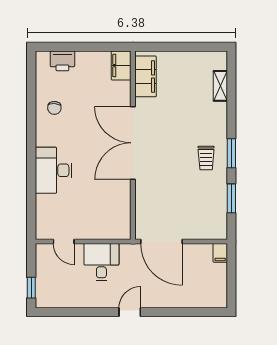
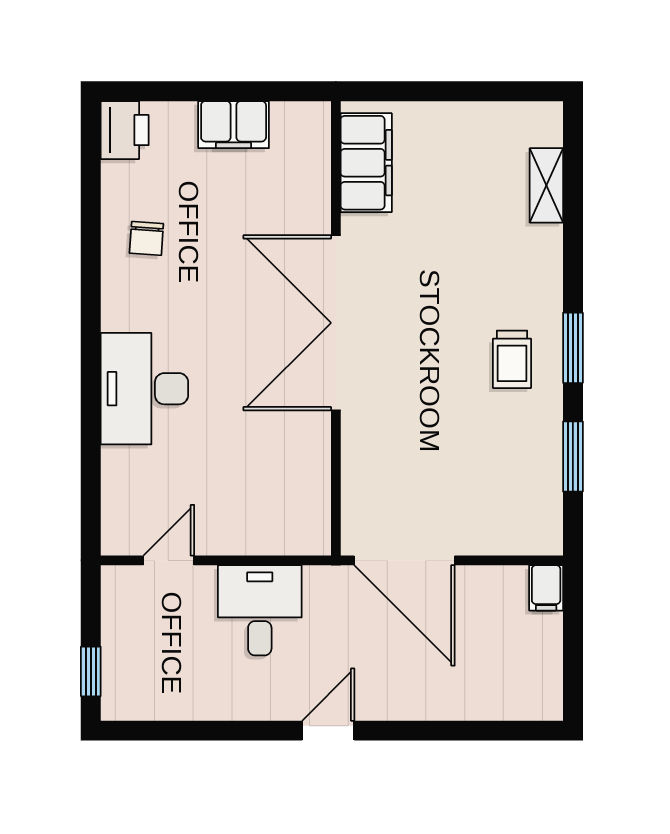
printer: (62, 61) -> (125, 130), moved, turned -90
filing cabinet: (121, 66) -> (234, 125), moved, turned -90
door: (64, 241) -> (169, 560), swing flipped

